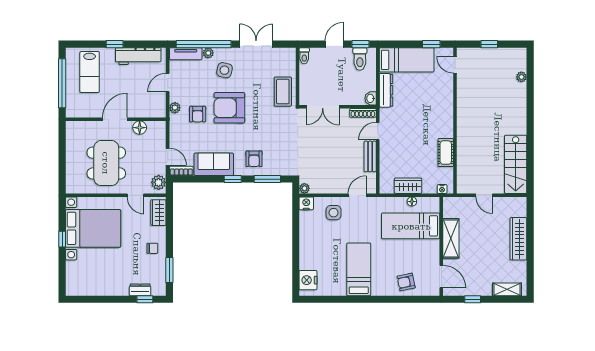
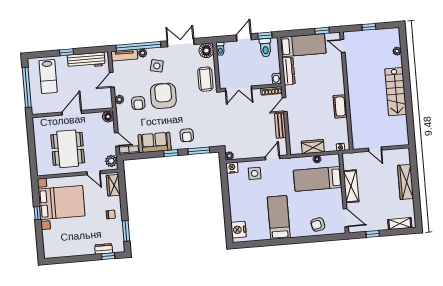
floor lamp: (287, 56) -> (206, 51), added
armchair: (229, 108) -> (163, 96), turned 90
floor lamp: (140, 128) -> (108, 117), moved
cot: (446, 153) -> (340, 106), moved
stairs: (516, 164) -> (396, 92), moved

